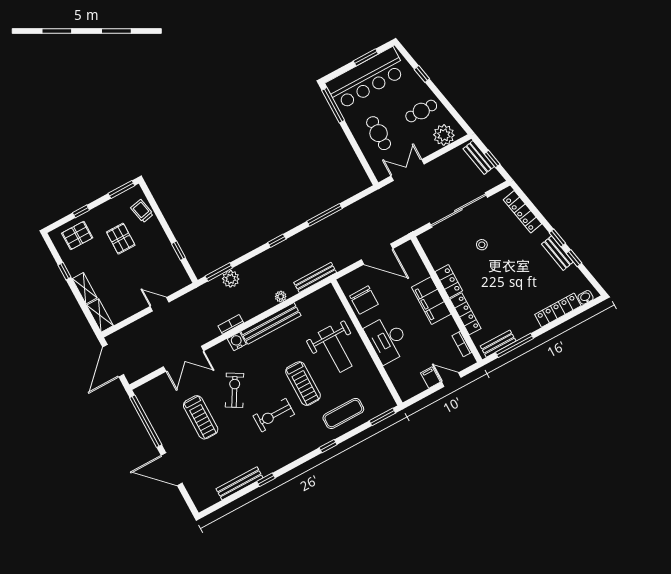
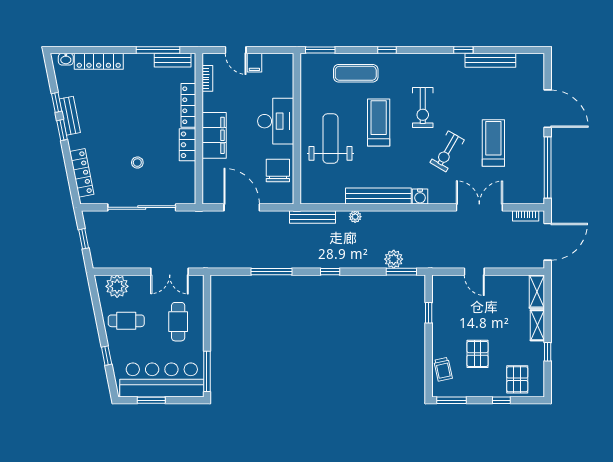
bench: (479, 158) -> (96, 247), removed
pallet: (77, 235) -> (517, 379), turned 90
bookcase: (231, 324) -> (526, 216), moved
exercise bike: (274, 415) -> (423, 107), turned 90

